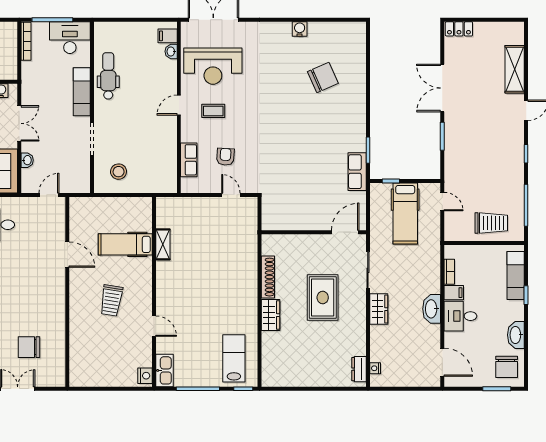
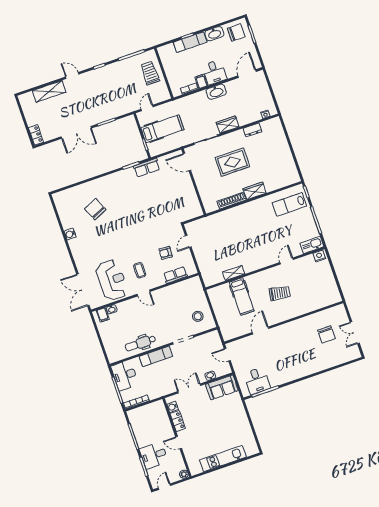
exam couch: (516, 276) -> (190, 42), moved
dresser: (359, 369) -> (252, 130), moved

